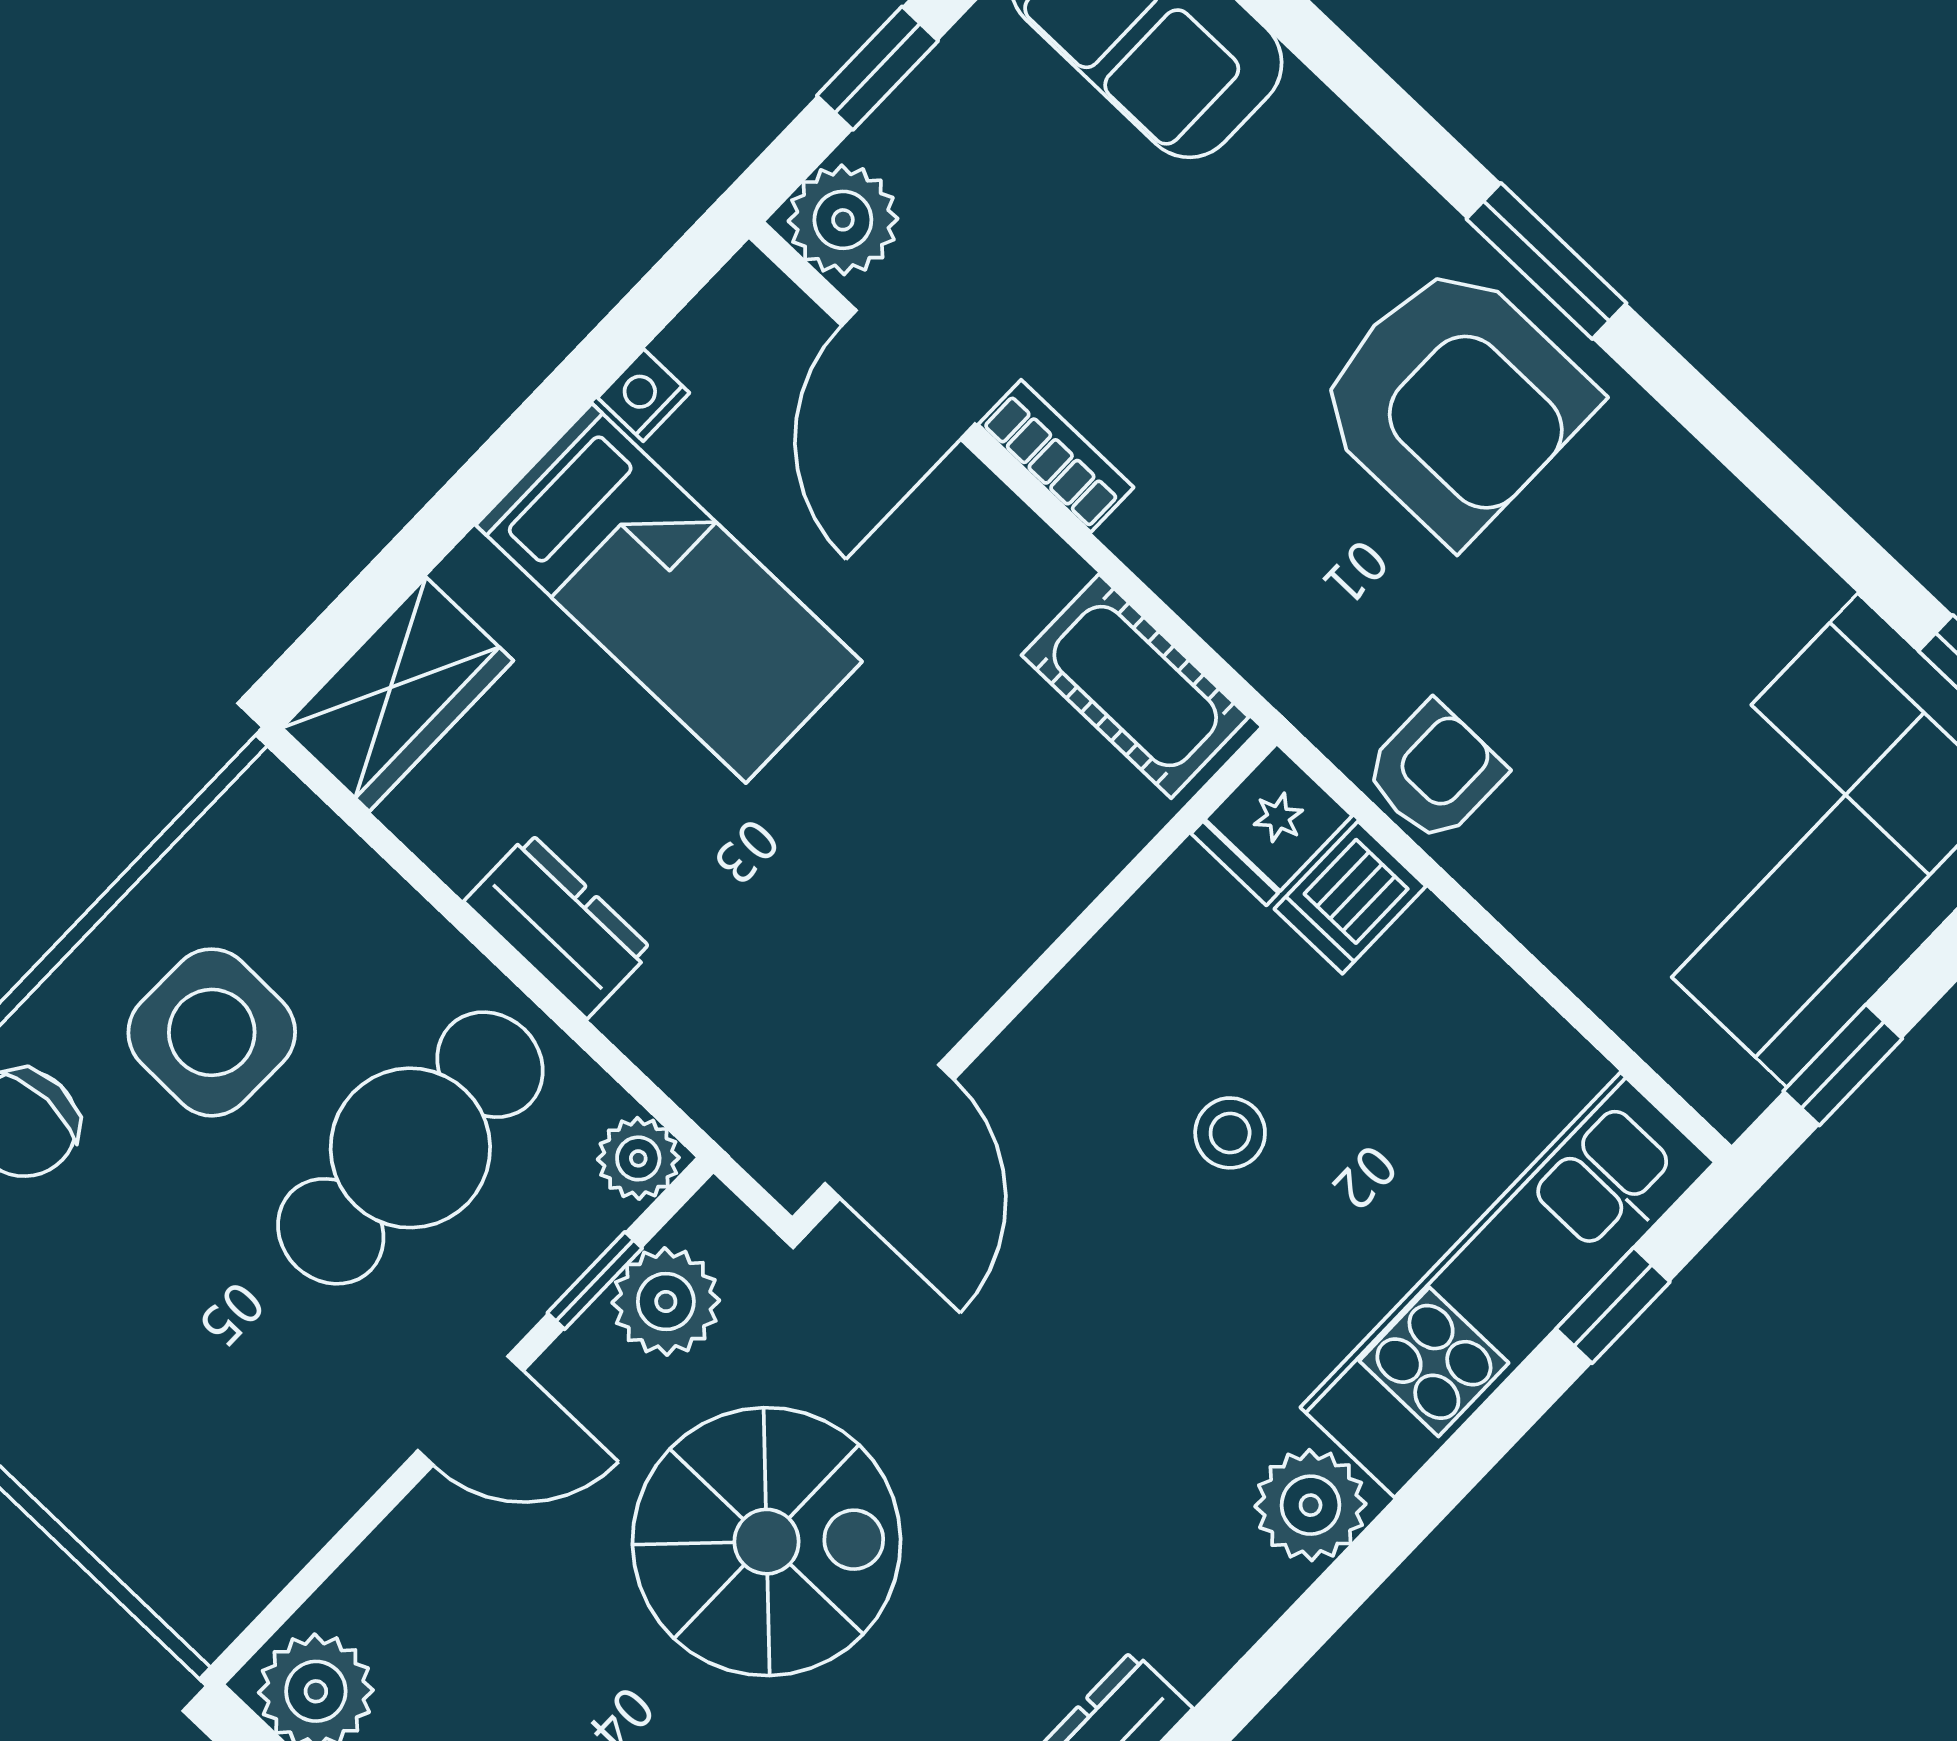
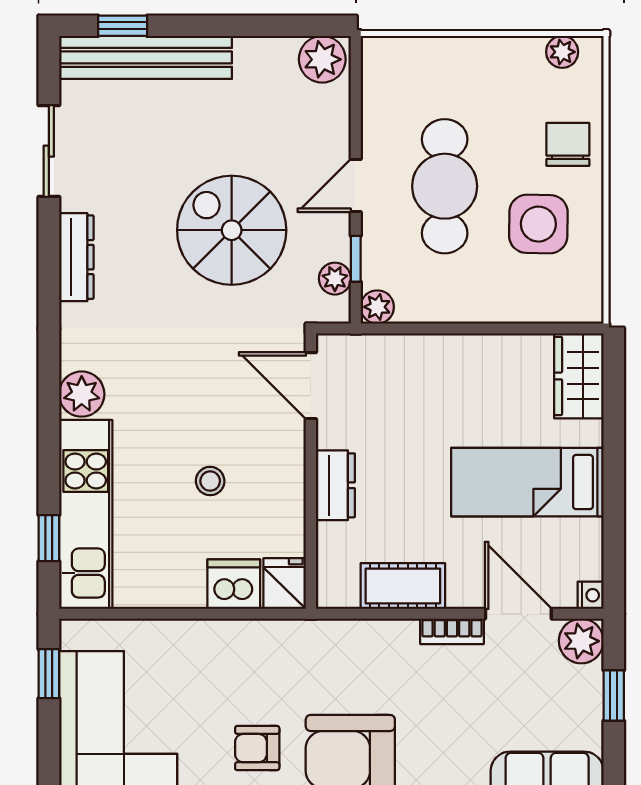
nightstand: (643, 395) -> (591, 595), moved
cot: (1135, 686) -> (403, 586), moved
armchair: (1434, 772) -> (257, 748), moved, turned 90
dishwasher: (1350, 898) -> (234, 584), width x1.38
dresser: (558, 926) -> (335, 485), moved, turned -90
cafe table: (410, 1148) -> (445, 186), moved
plant: (666, 1302) -> (335, 279), width x0.73, depth x0.73
spiral stairs: (767, 1542) -> (232, 230), turned 90

